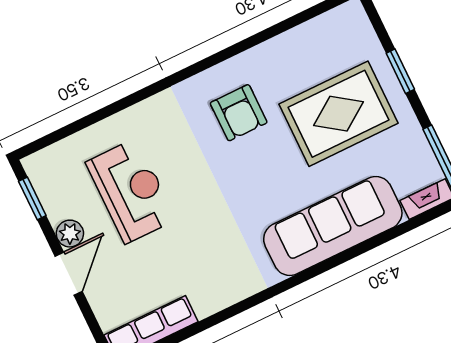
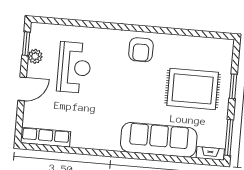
armchair: (239, 113) -> (141, 50), moved
plant: (70, 234) -> (35, 56), moved

